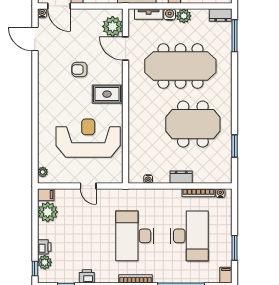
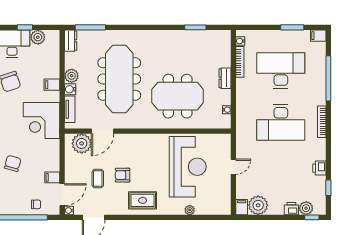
coffee table: (76, 43) -> (98, 179), added
armchair: (79, 70) -> (123, 175), turned 90
rug: (107, 94) -> (143, 200), moved, turned 90
meeting table: (193, 124) -> (178, 96), moved, turned 90
reception desk: (88, 138) -> (188, 167), turned 180
plant: (43, 172) -> (190, 210), moved

